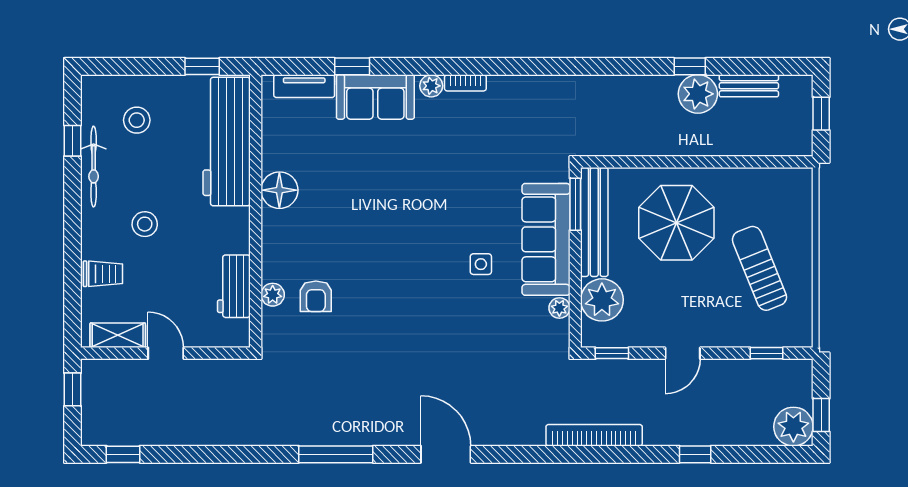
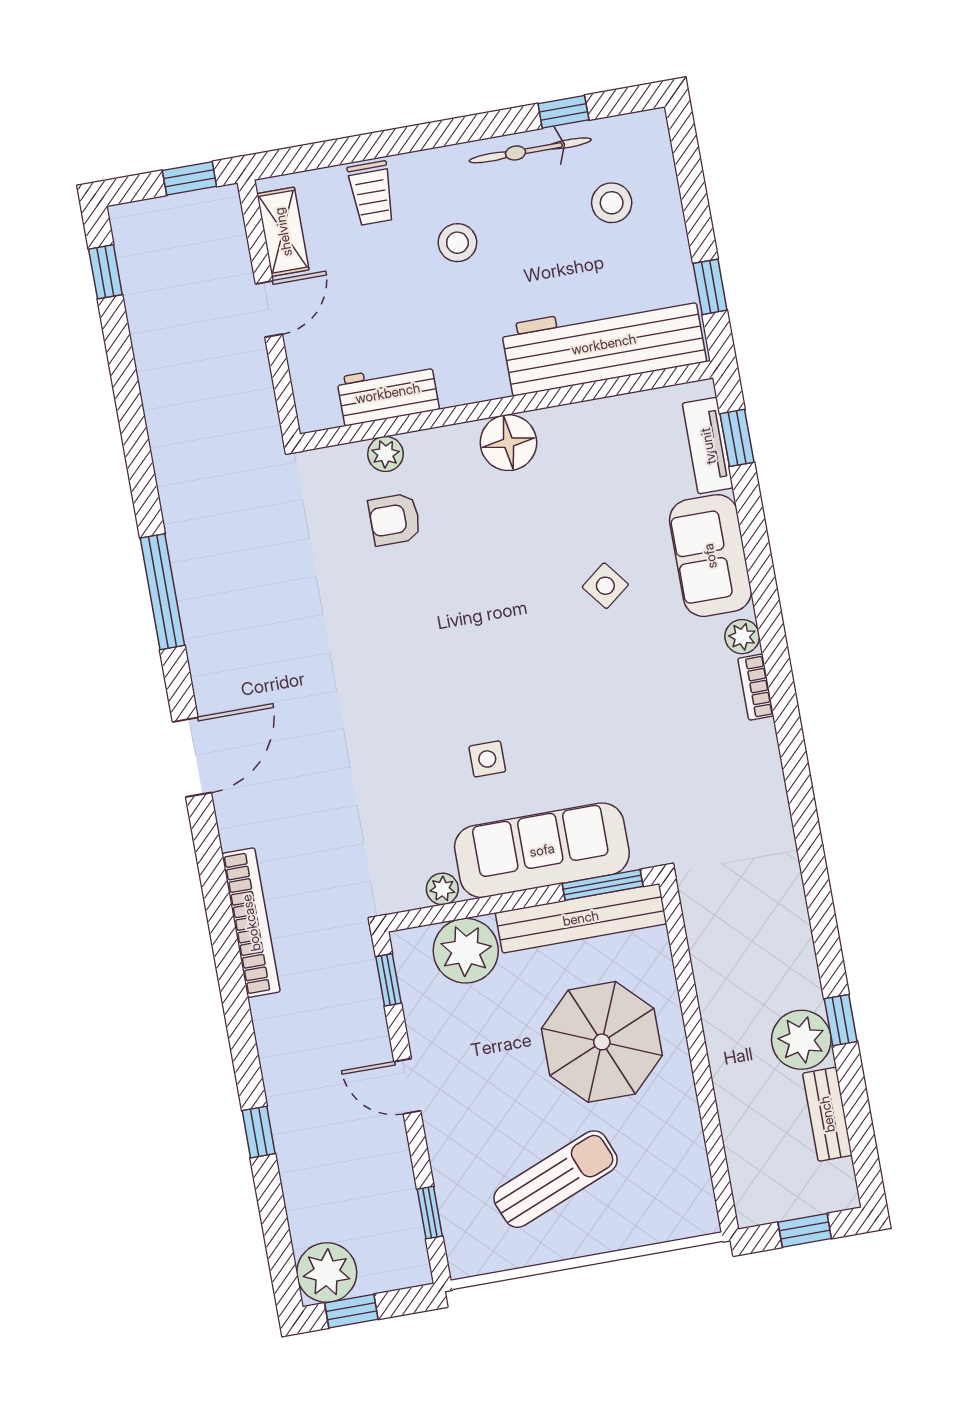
window: (352, 66) -> (737, 438), moved
side table: (383, 168) -> (605, 586), added
floor lamp: (279, 190) -> (508, 443), moved
bookcase: (594, 435) -> (251, 923), moved

